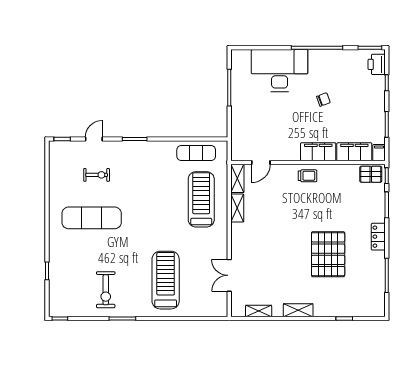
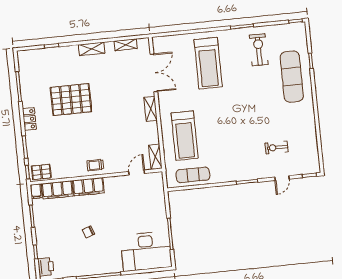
desk: (280, 71) -> (146, 251), moved
shelving: (237, 208) -> (151, 109), moved
exercise mat: (92, 218) -> (292, 77), moved, turned 90
pallet: (328, 254) -> (71, 100), turned 90
double door: (229, 275) -> (154, 73), width x1.37

